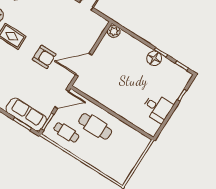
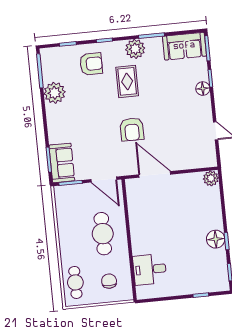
desk: (157, 108) -> (150, 269), moved, turned 90
sofa: (26, 114) -> (62, 163), width x0.73
cafe table: (66, 132) -> (75, 282), moved
chair: (128, 146) -> (109, 281), added

